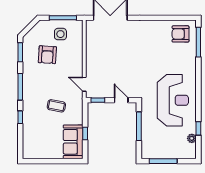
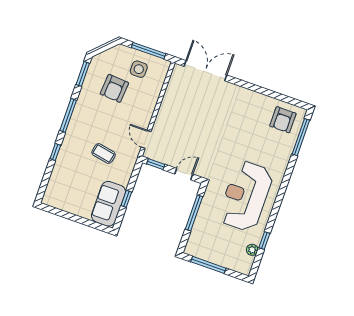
armchair: (180, 34) -> (283, 120), turned -90
door: (121, 100) -> (184, 174), hinge flipped
reception desk: (173, 100) -> (246, 196), turned 180

